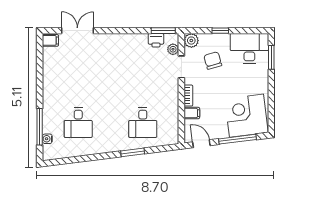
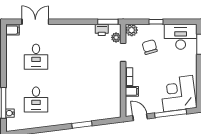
desk: (143, 123) -> (36, 57), moved

